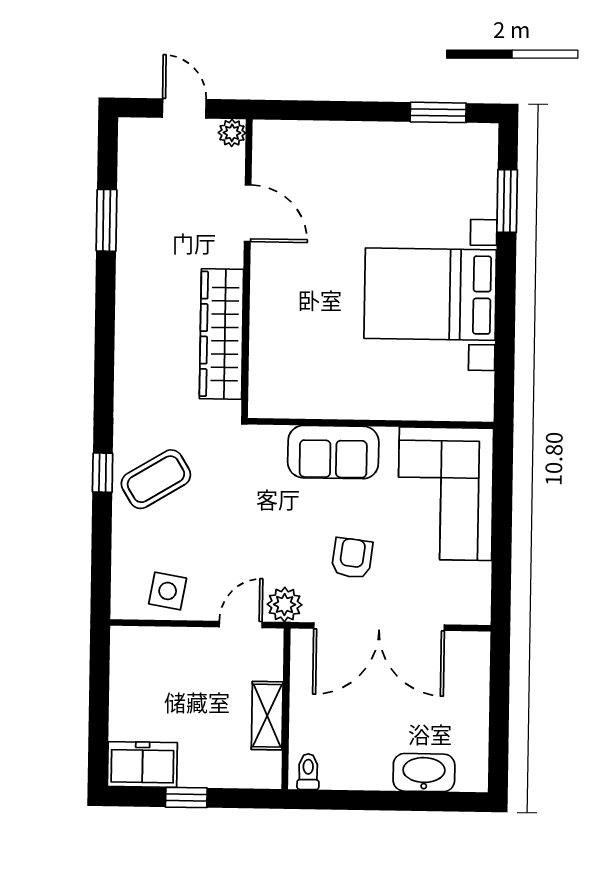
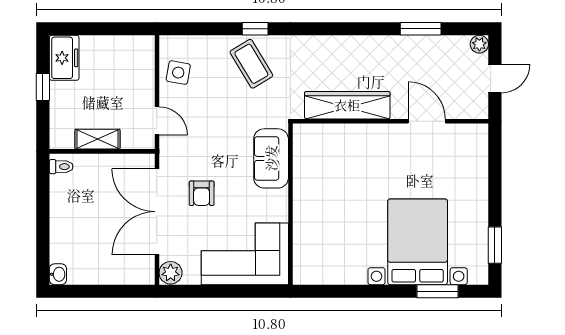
plant: (232, 133) -> (479, 44), moved
door: (248, 213) -> (427, 121), swing flipped
bed with nightstands: (430, 294) -> (418, 242), moved
sofa: (333, 452) -> (271, 158), moved
armchair: (352, 558) -> (202, 193), turned 83
plant: (285, 604) -> (171, 273), moved
washbasin: (424, 773) -> (58, 274), moved, width x0.52, depth x0.69

